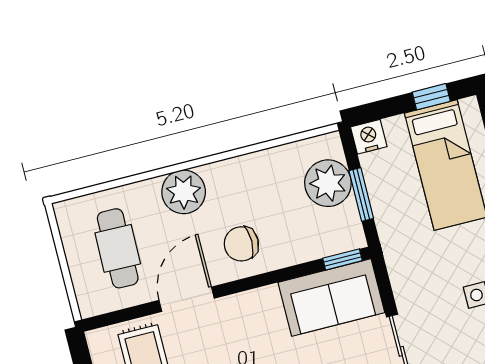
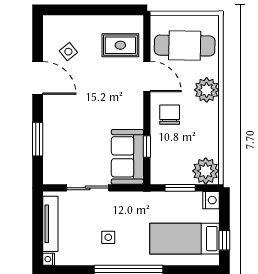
plant: (328, 183) -> (206, 171), moved
cafe table: (118, 248) -> (185, 46), width x1.37, depth x1.35
window: (343, 259) -> (147, 147), moved

